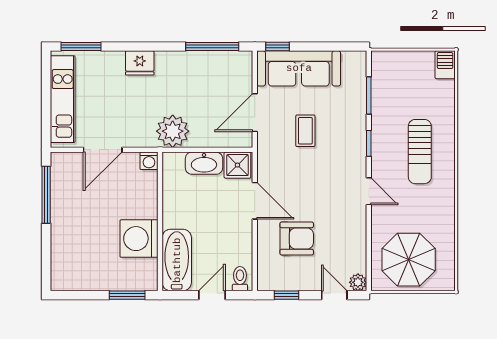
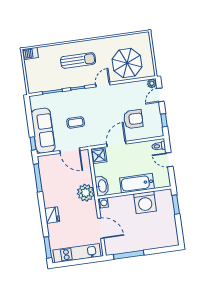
washbasin: (204, 163) -> (102, 186), moved
armchair: (297, 238) -> (133, 119), turned 90
bathtub: (177, 260) -> (137, 183), moved
parasol: (409, 260) -> (127, 63), moved

